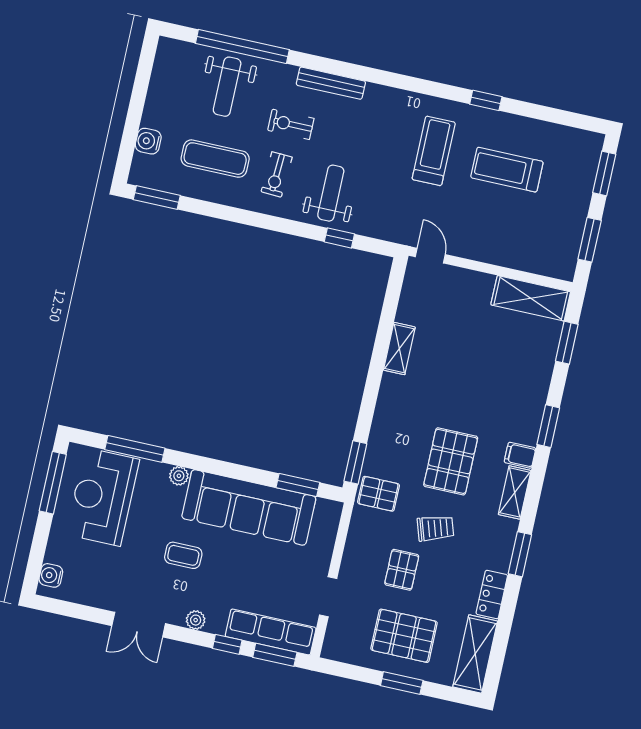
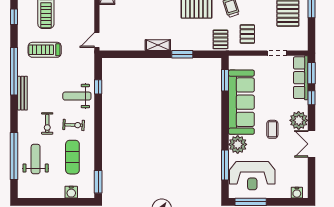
bench: (331, 83) -> (22, 93), moved
window: (405, 83) -> (14, 71), added
weight bench: (227, 87) -> (36, 159), turned -90
window: (486, 100) -> (14, 17), moved
shelving: (399, 349) -> (158, 45), moved
window: (355, 462) -> (182, 54), moved
plant: (179, 476) -> (238, 144), width x1.88, depth x1.88
pallet: (402, 570) -> (247, 34), moved, turned 90
plant: (196, 620) -> (299, 120), width x1.88, depth x1.88
double door: (139, 625) -> (312, 144), swing flipped

